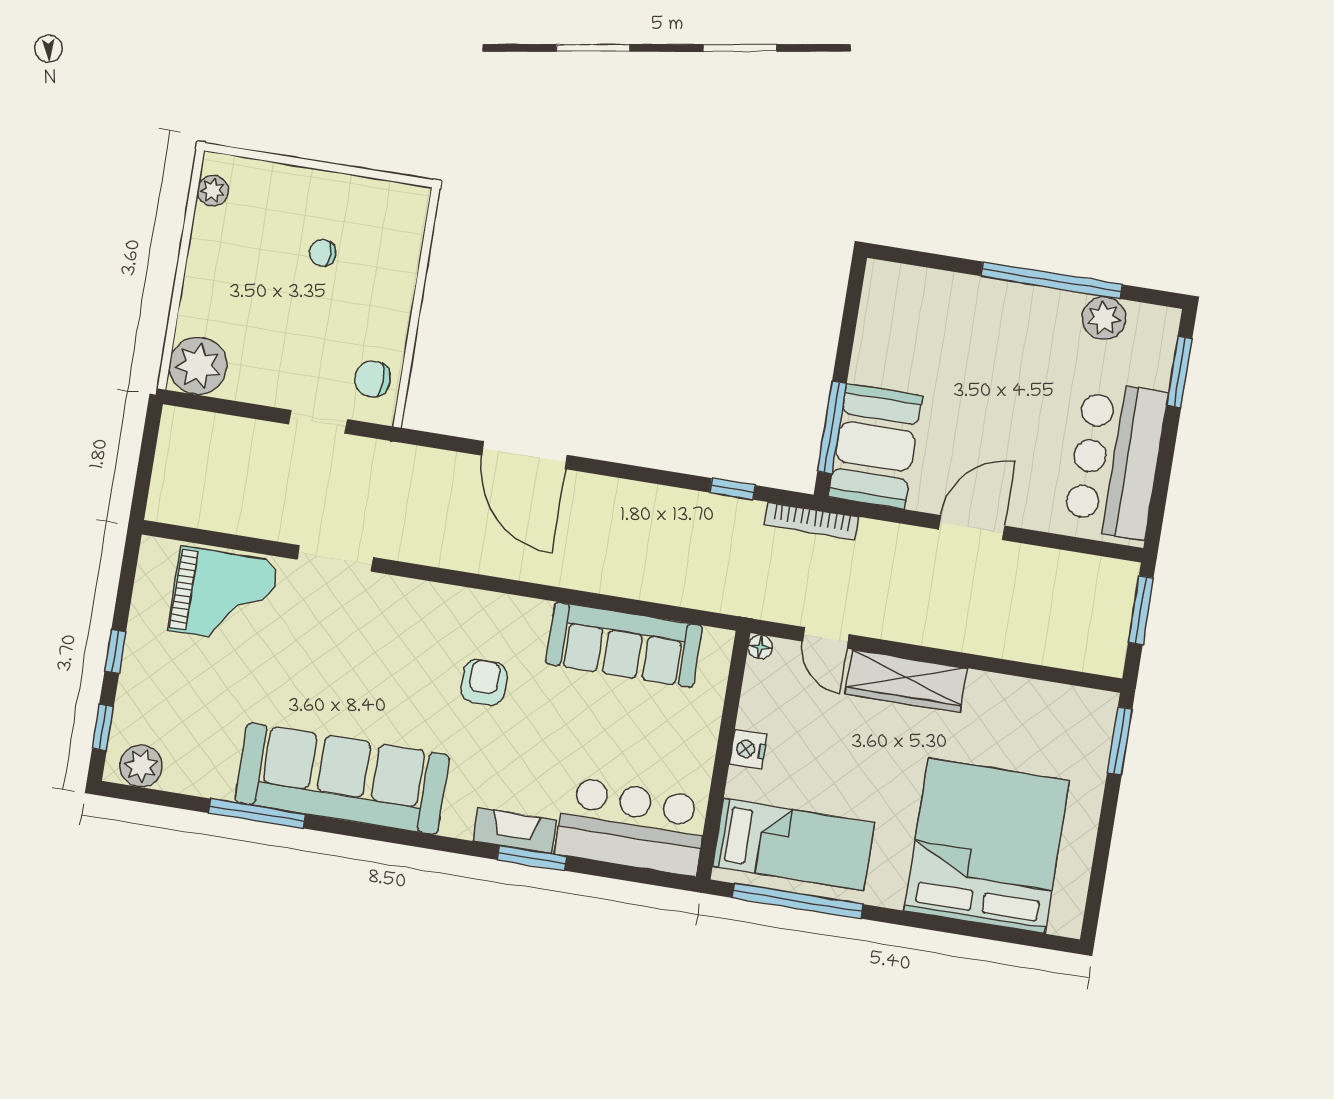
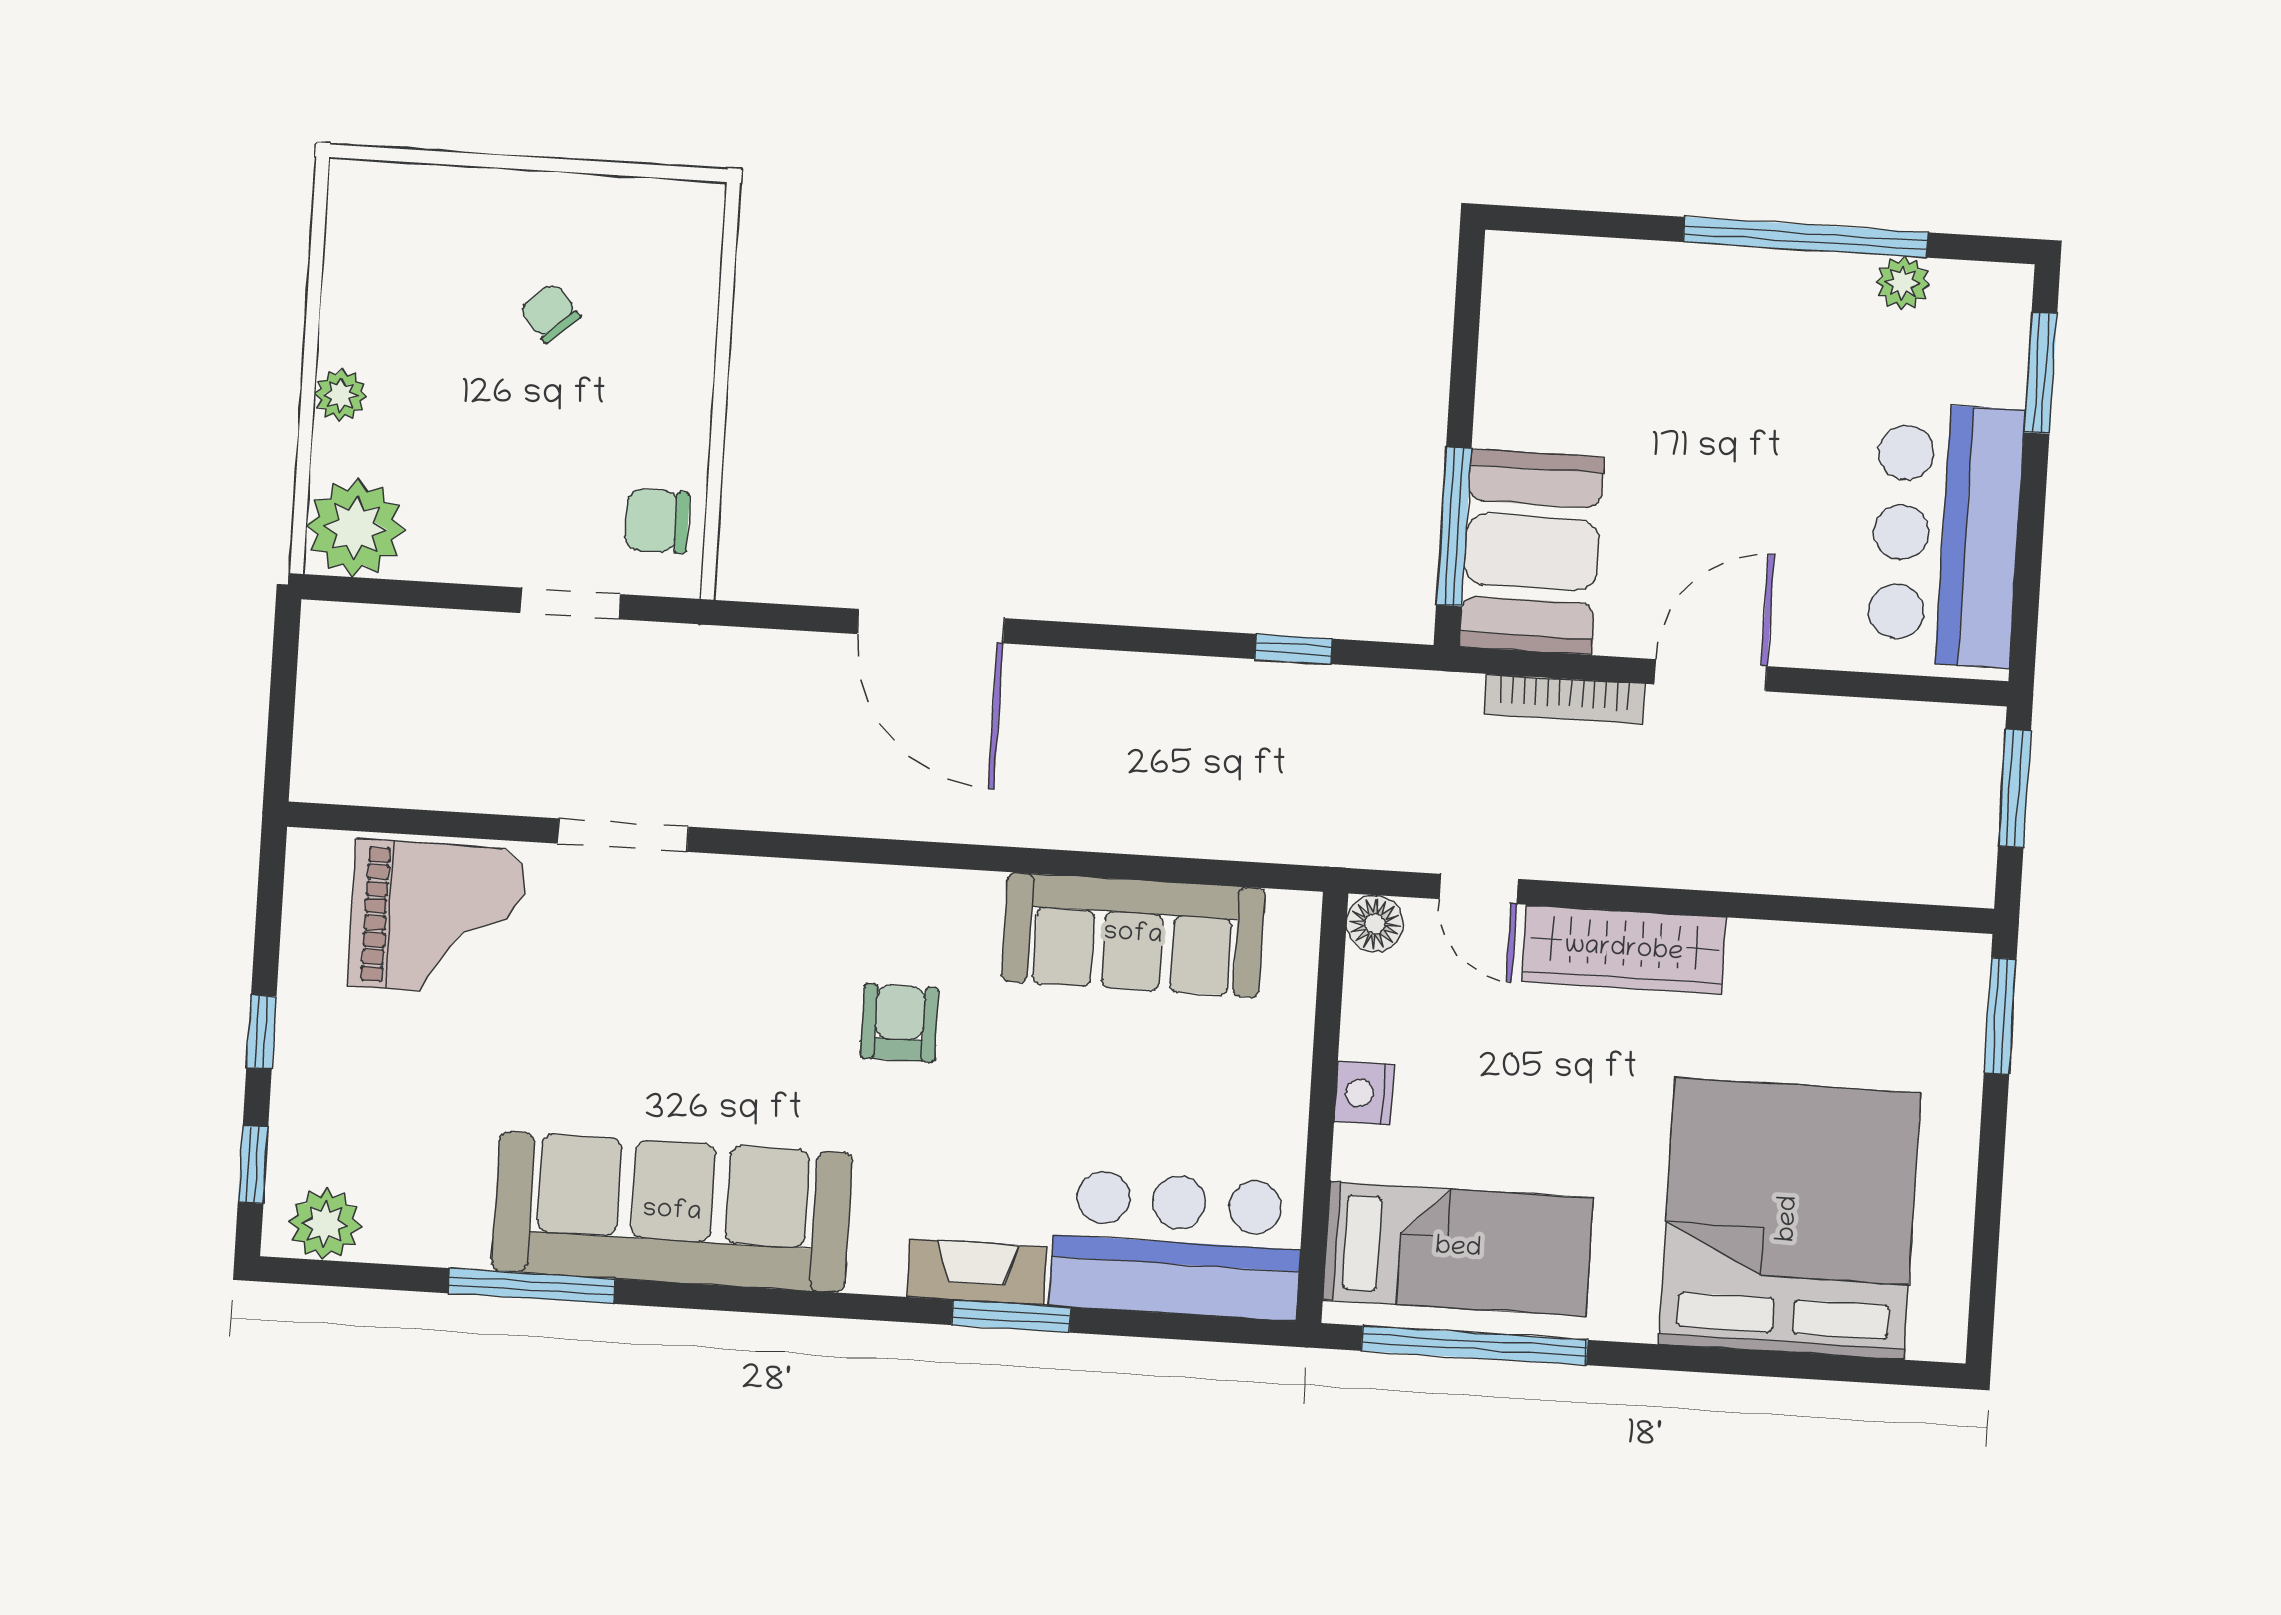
plant: (213, 191) -> (341, 395), moved
chair: (322, 253) -> (550, 313), turned 49
plant: (1104, 318) -> (1903, 283), width x0.73, depth x0.73
bookcase: (811, 521) -> (1564, 699), moved
floor lamp: (760, 647) -> (1375, 924), width x1.37, depth x1.37

